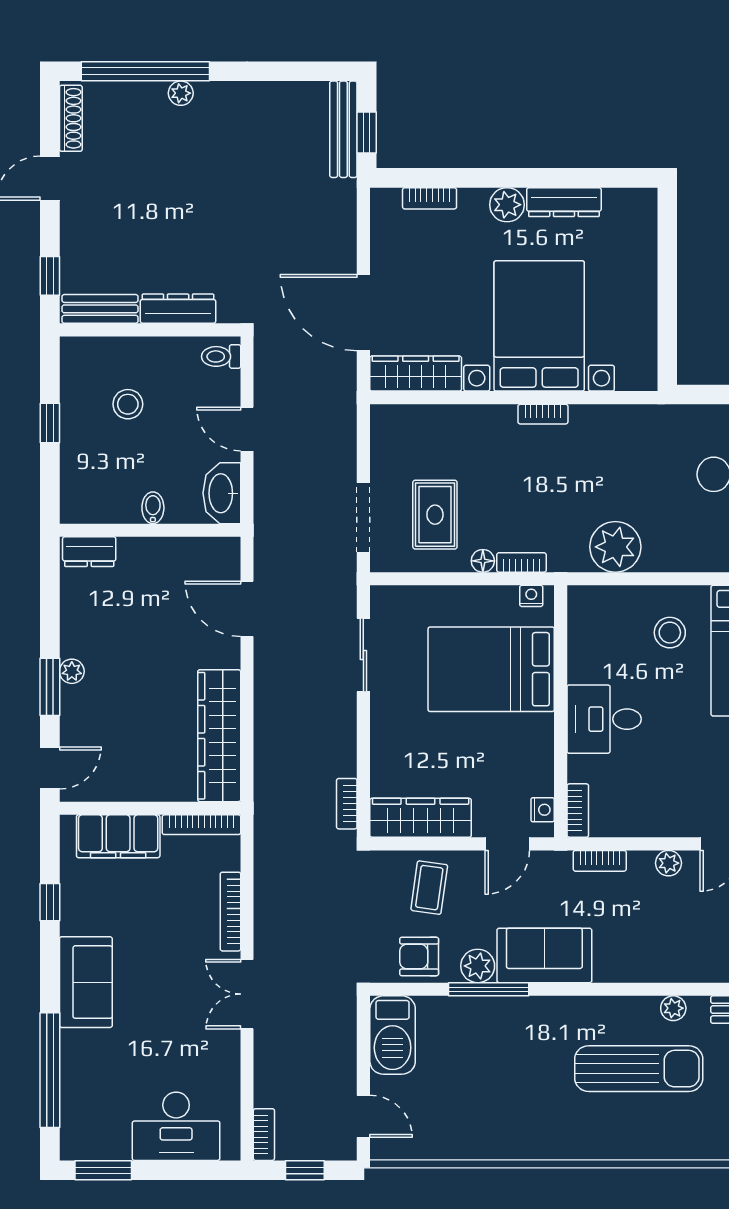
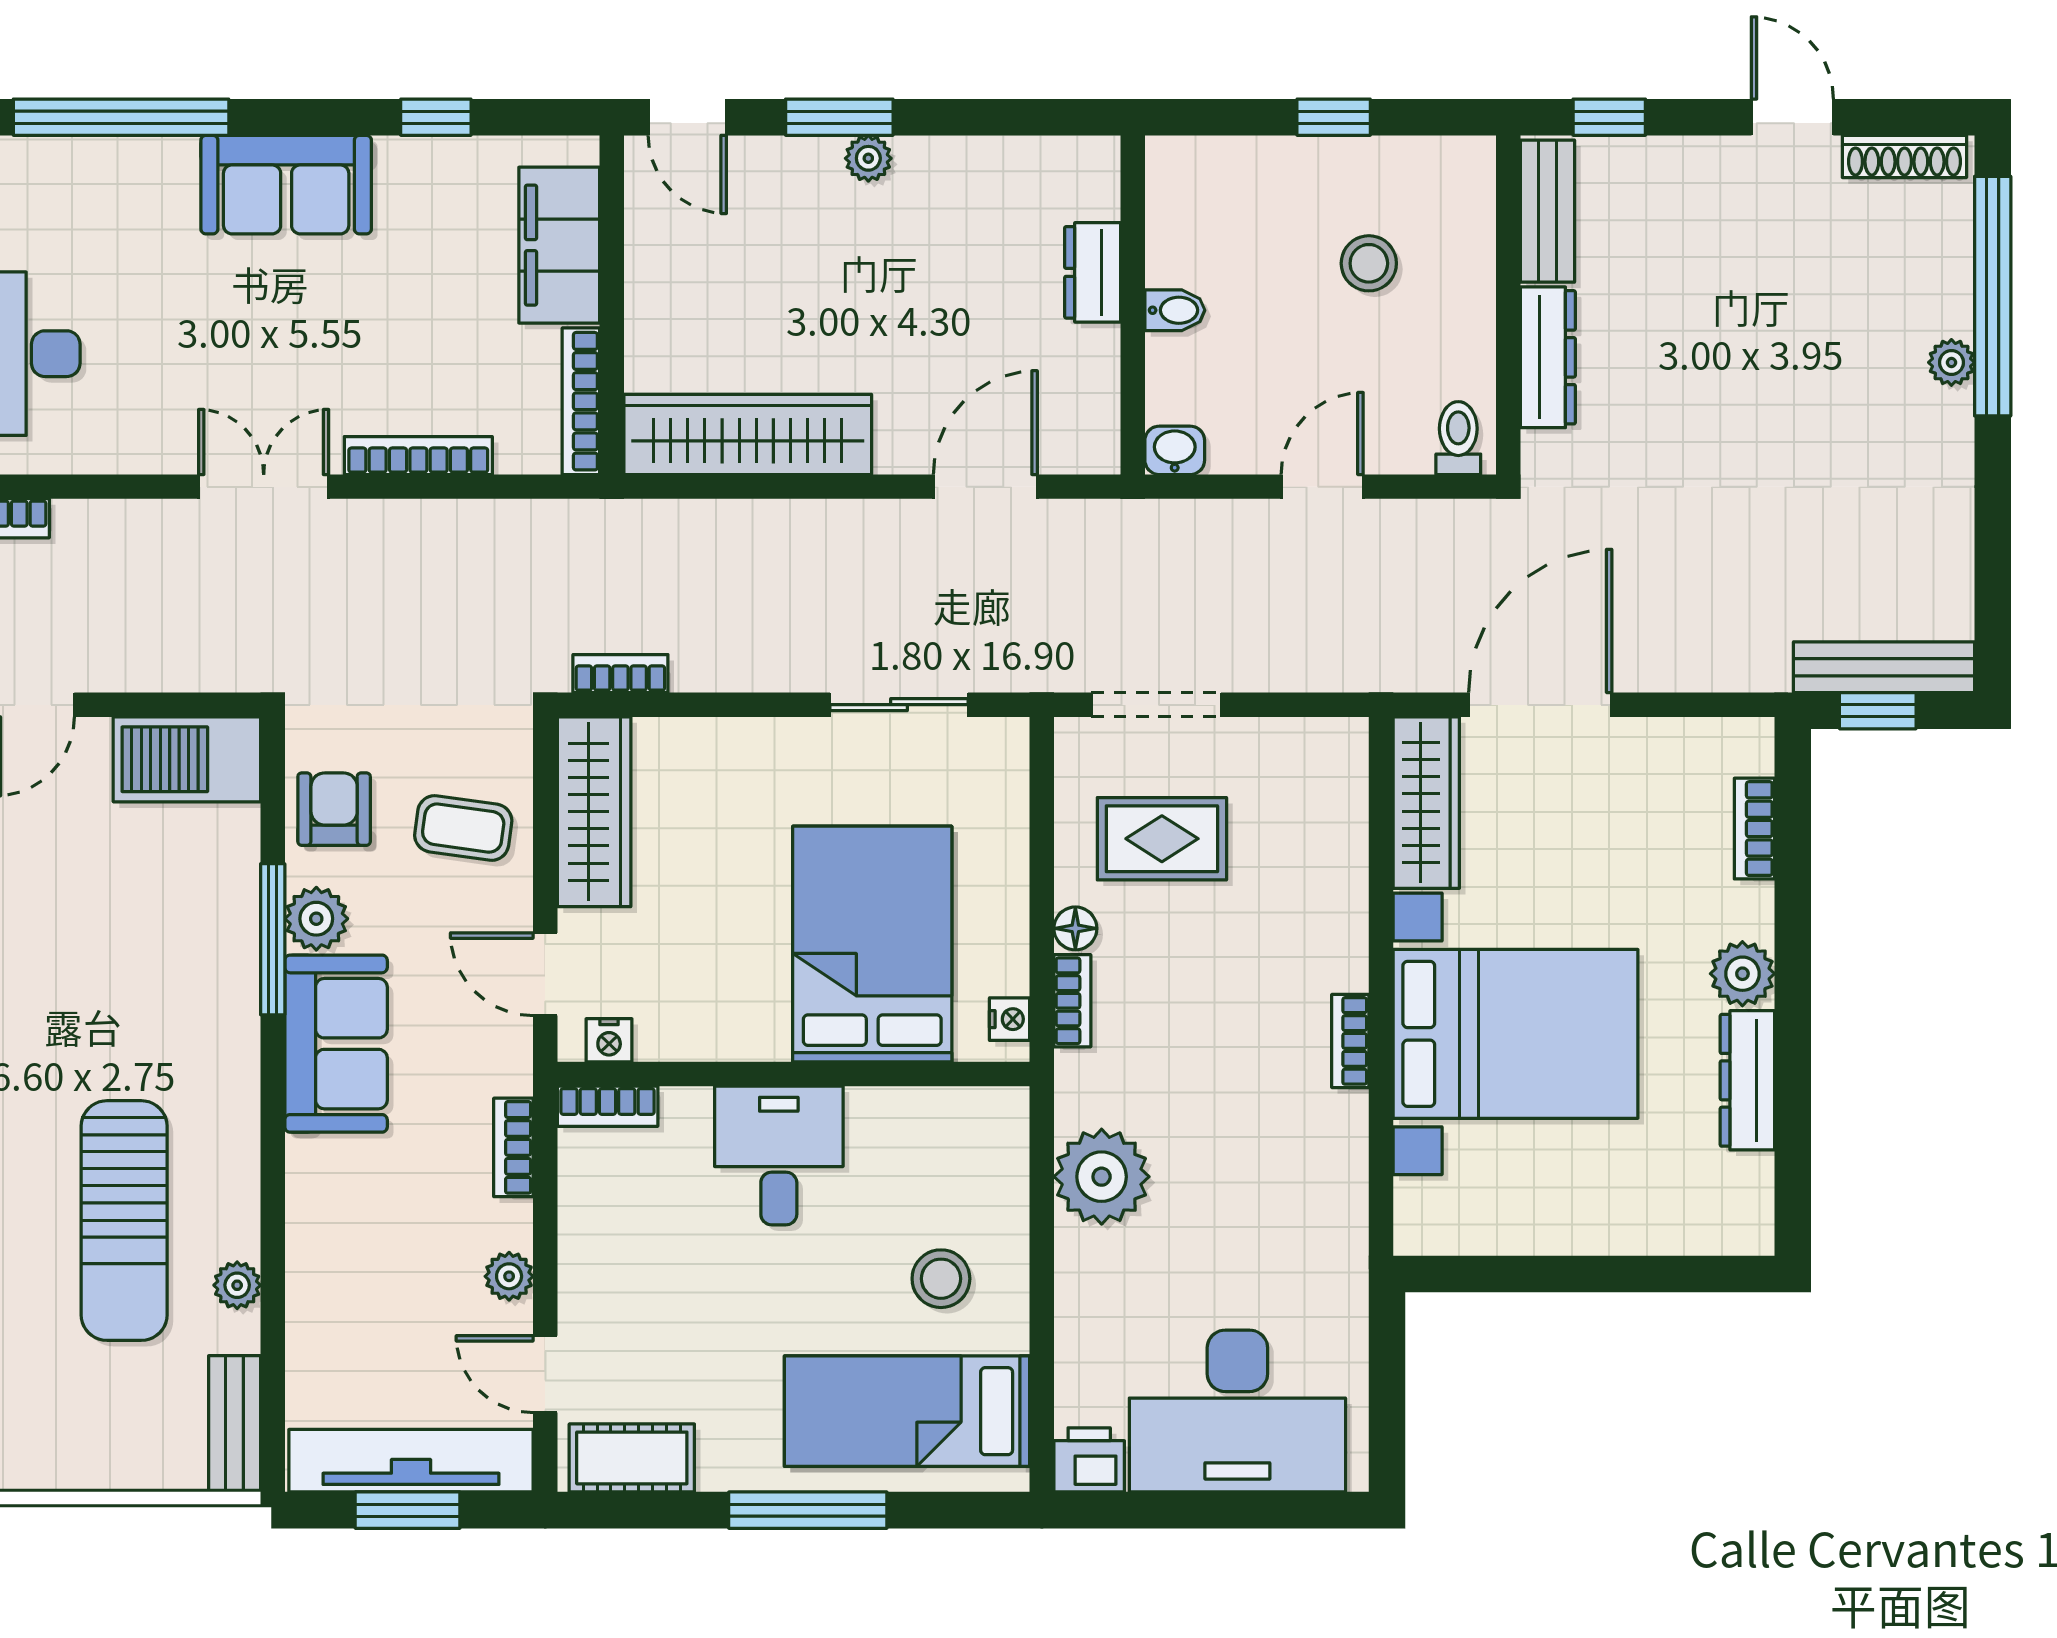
washbasin: (222, 493) -> (1175, 450), width x0.52, depth x0.69
dresser: (89, 552) -> (1093, 272), moved

